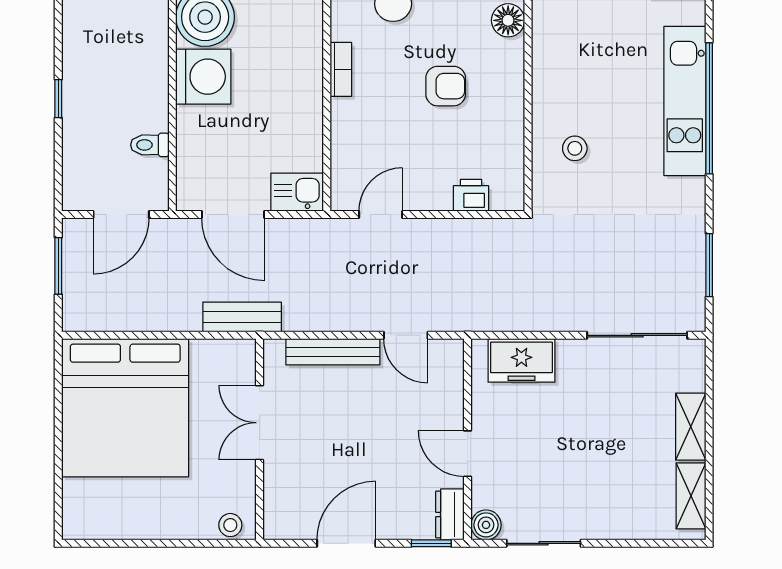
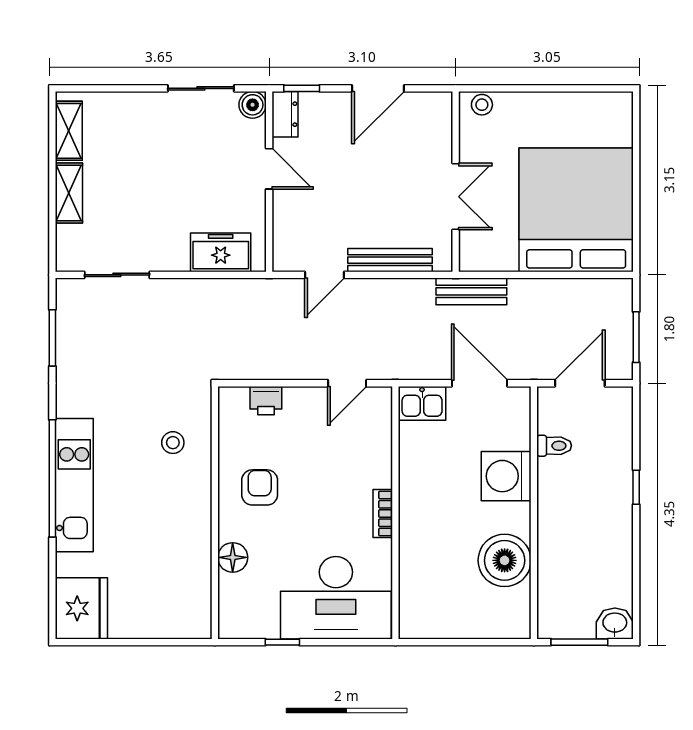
washing machine: (203, 77) -> (506, 476), moved
armchair: (446, 86) -> (260, 487), moved, turned 90
door: (406, 335) -> (325, 275), swing flipped
sliding door: (637, 335) -> (117, 275), width x0.73

